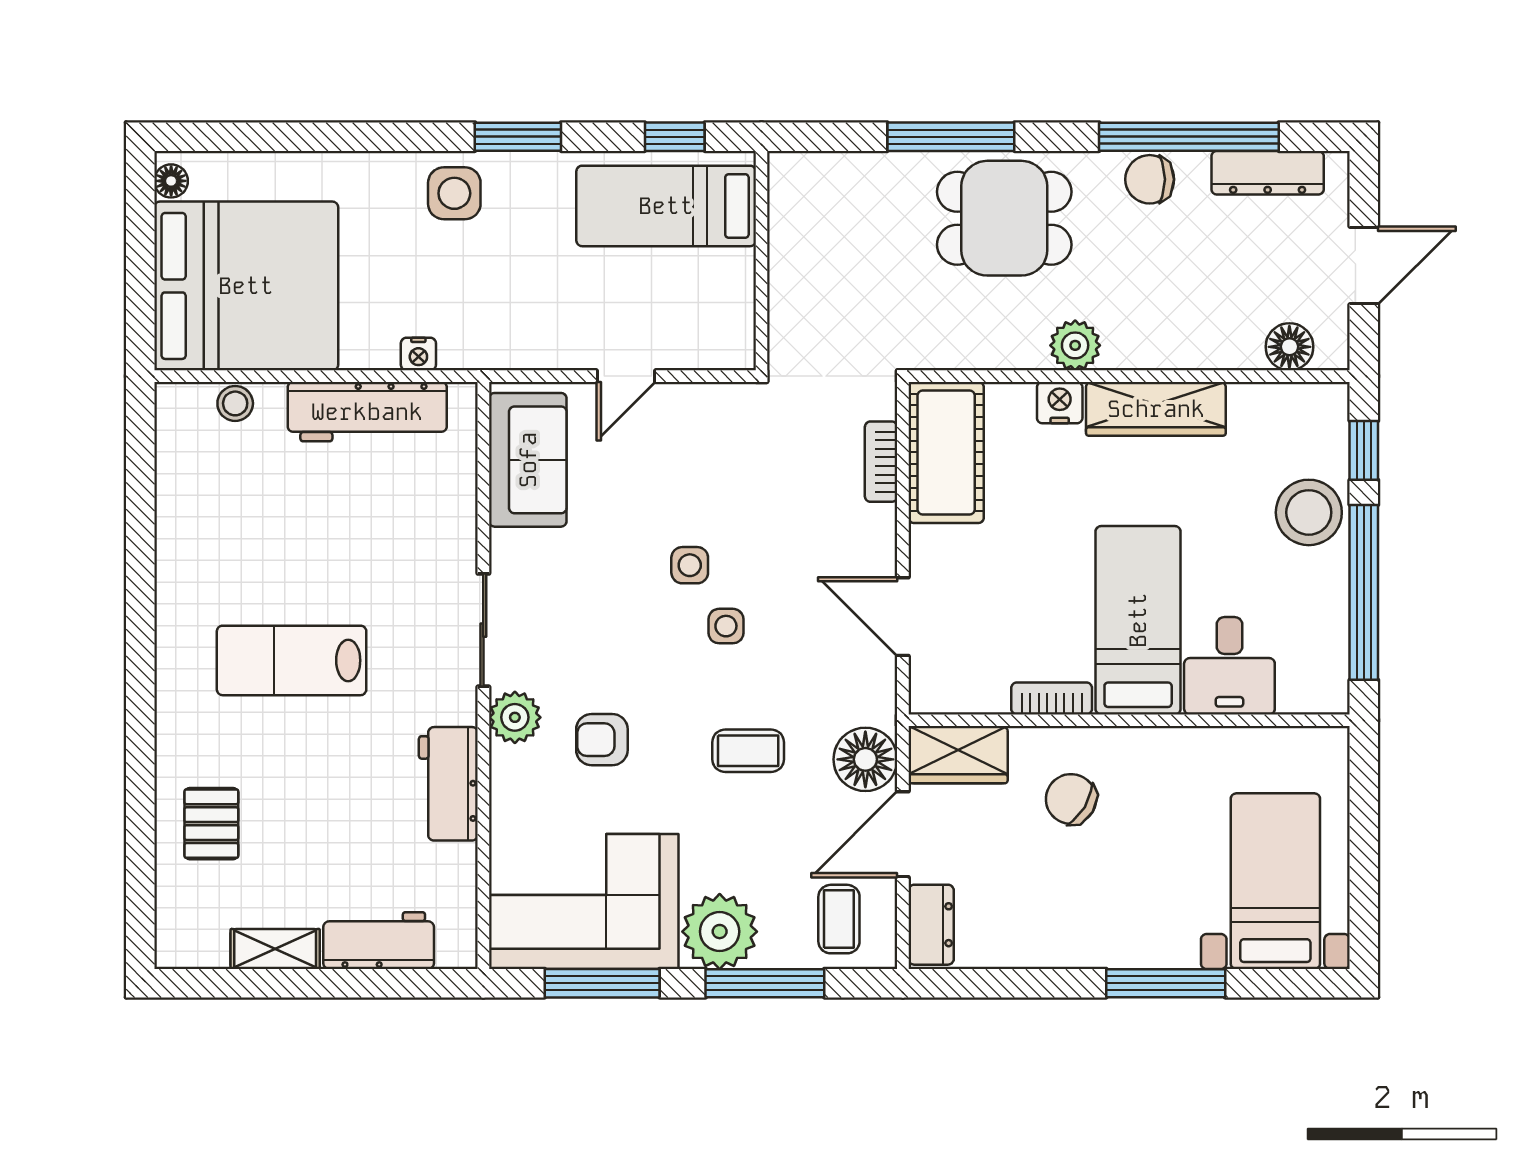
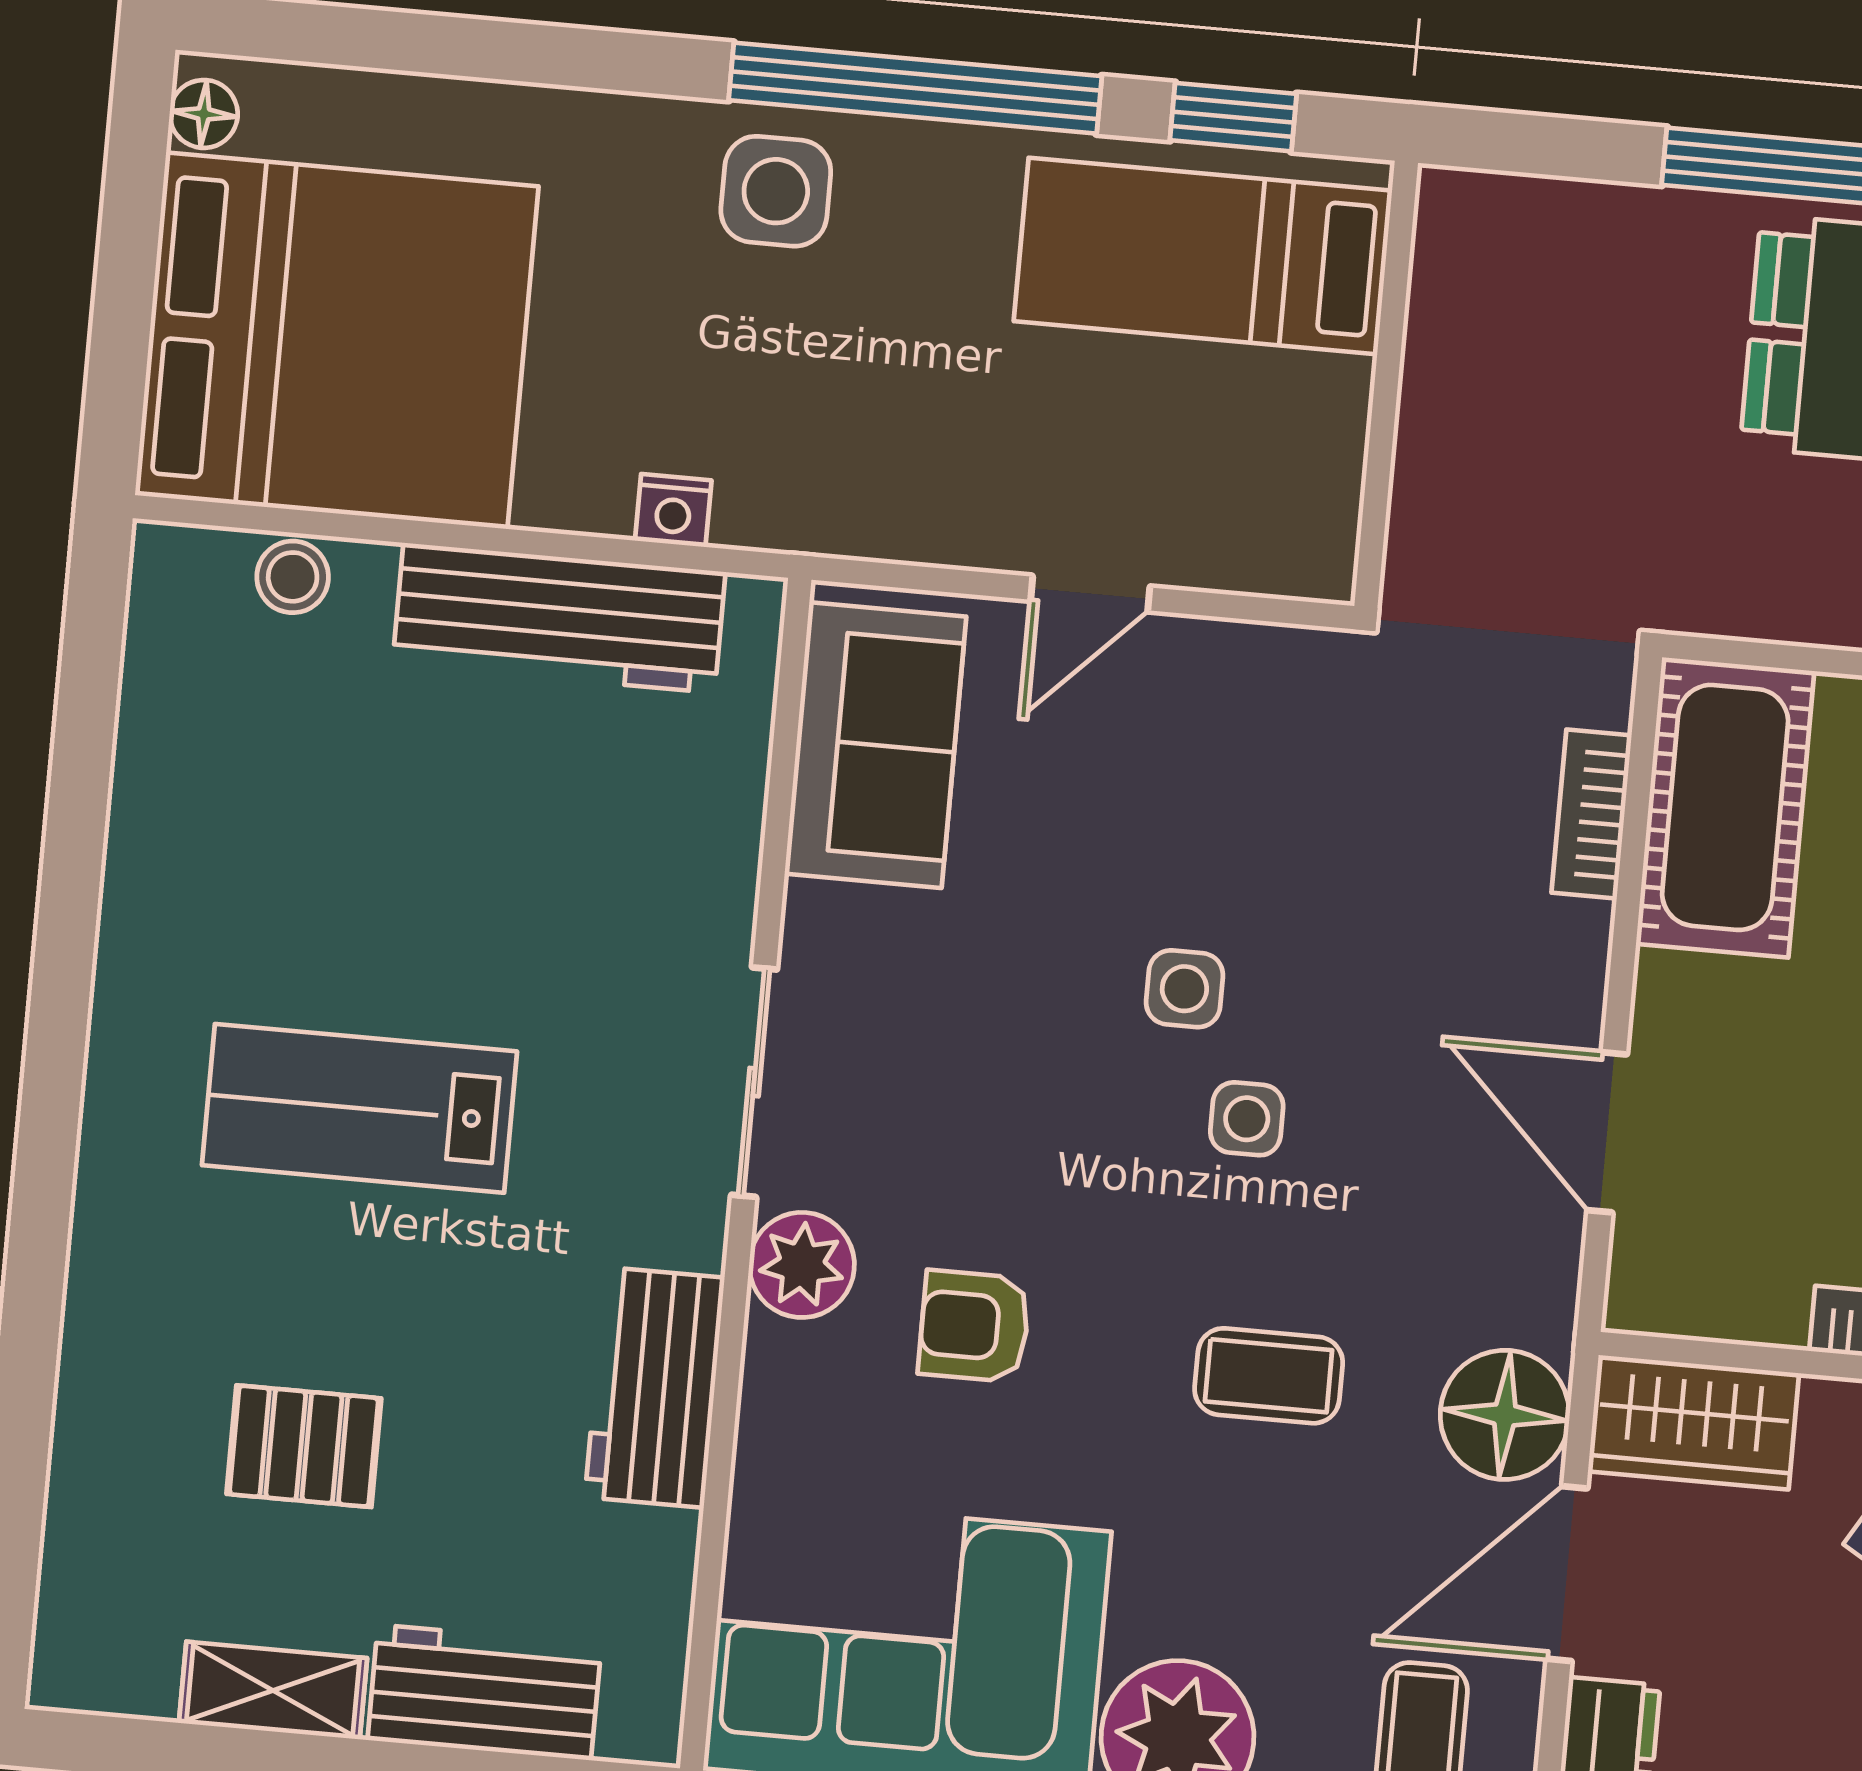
window: (518, 137) -> (915, 88), width x2.11
pallet: (211, 824) -> (304, 1446), moved, turned 90

